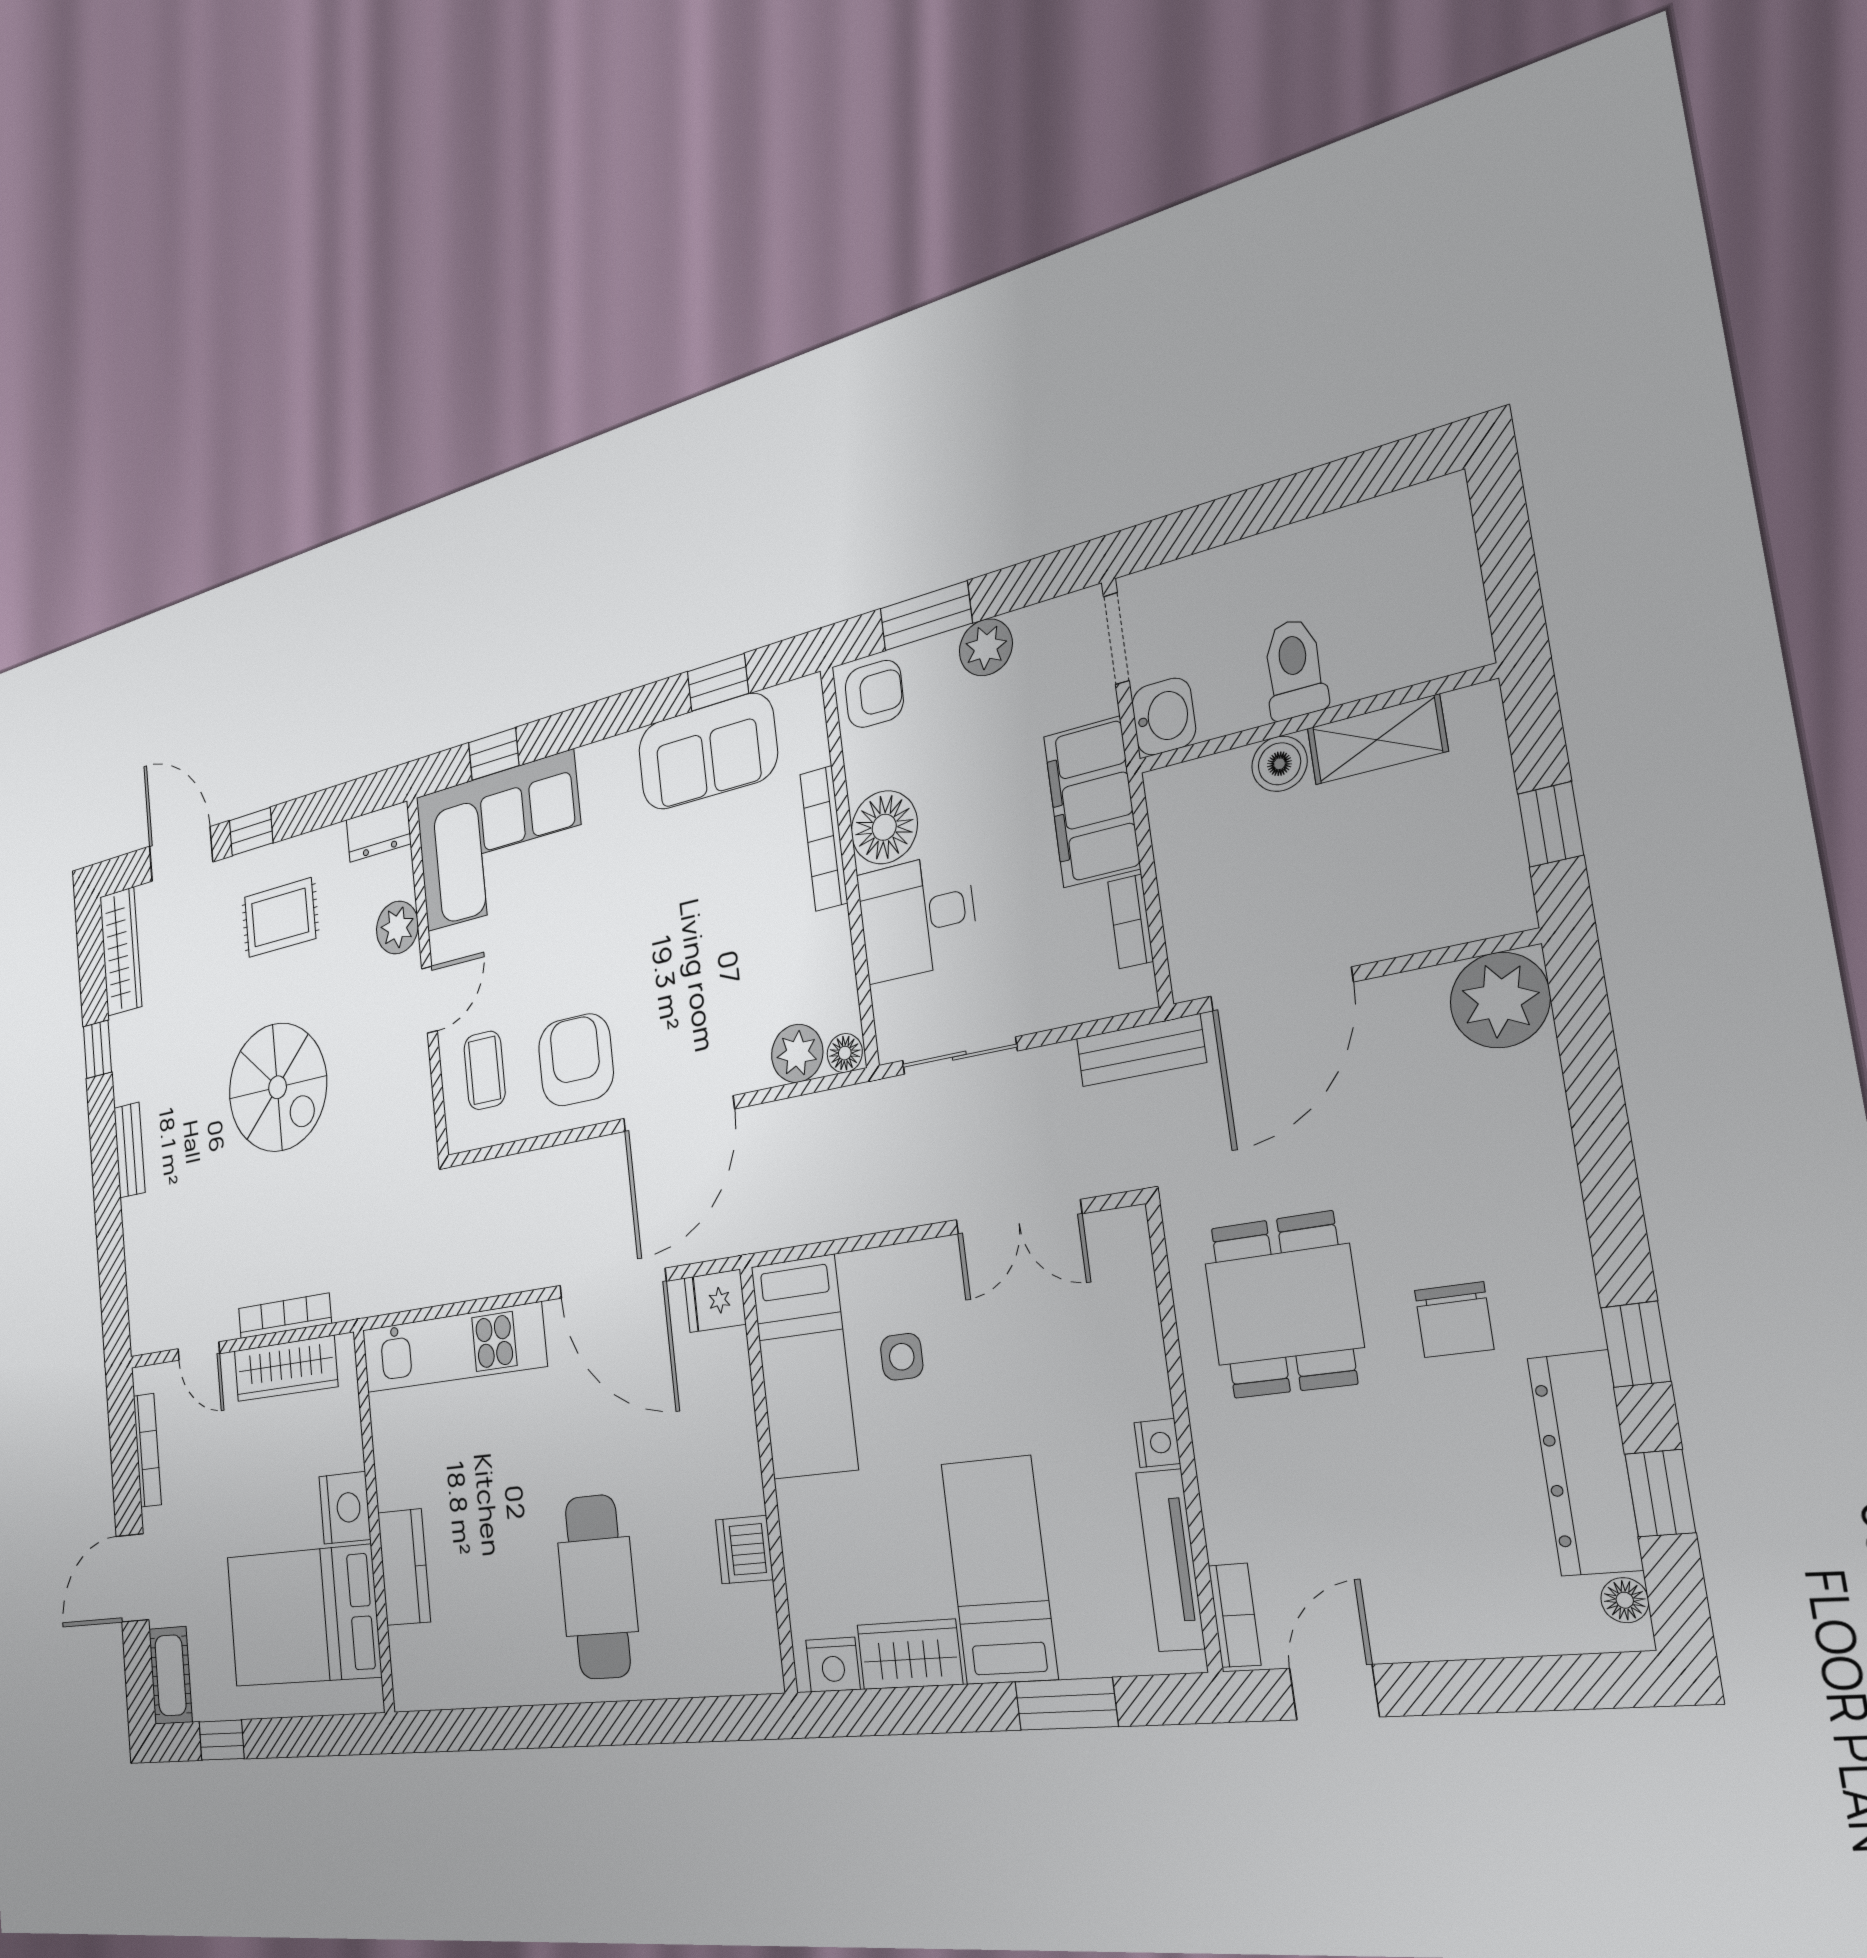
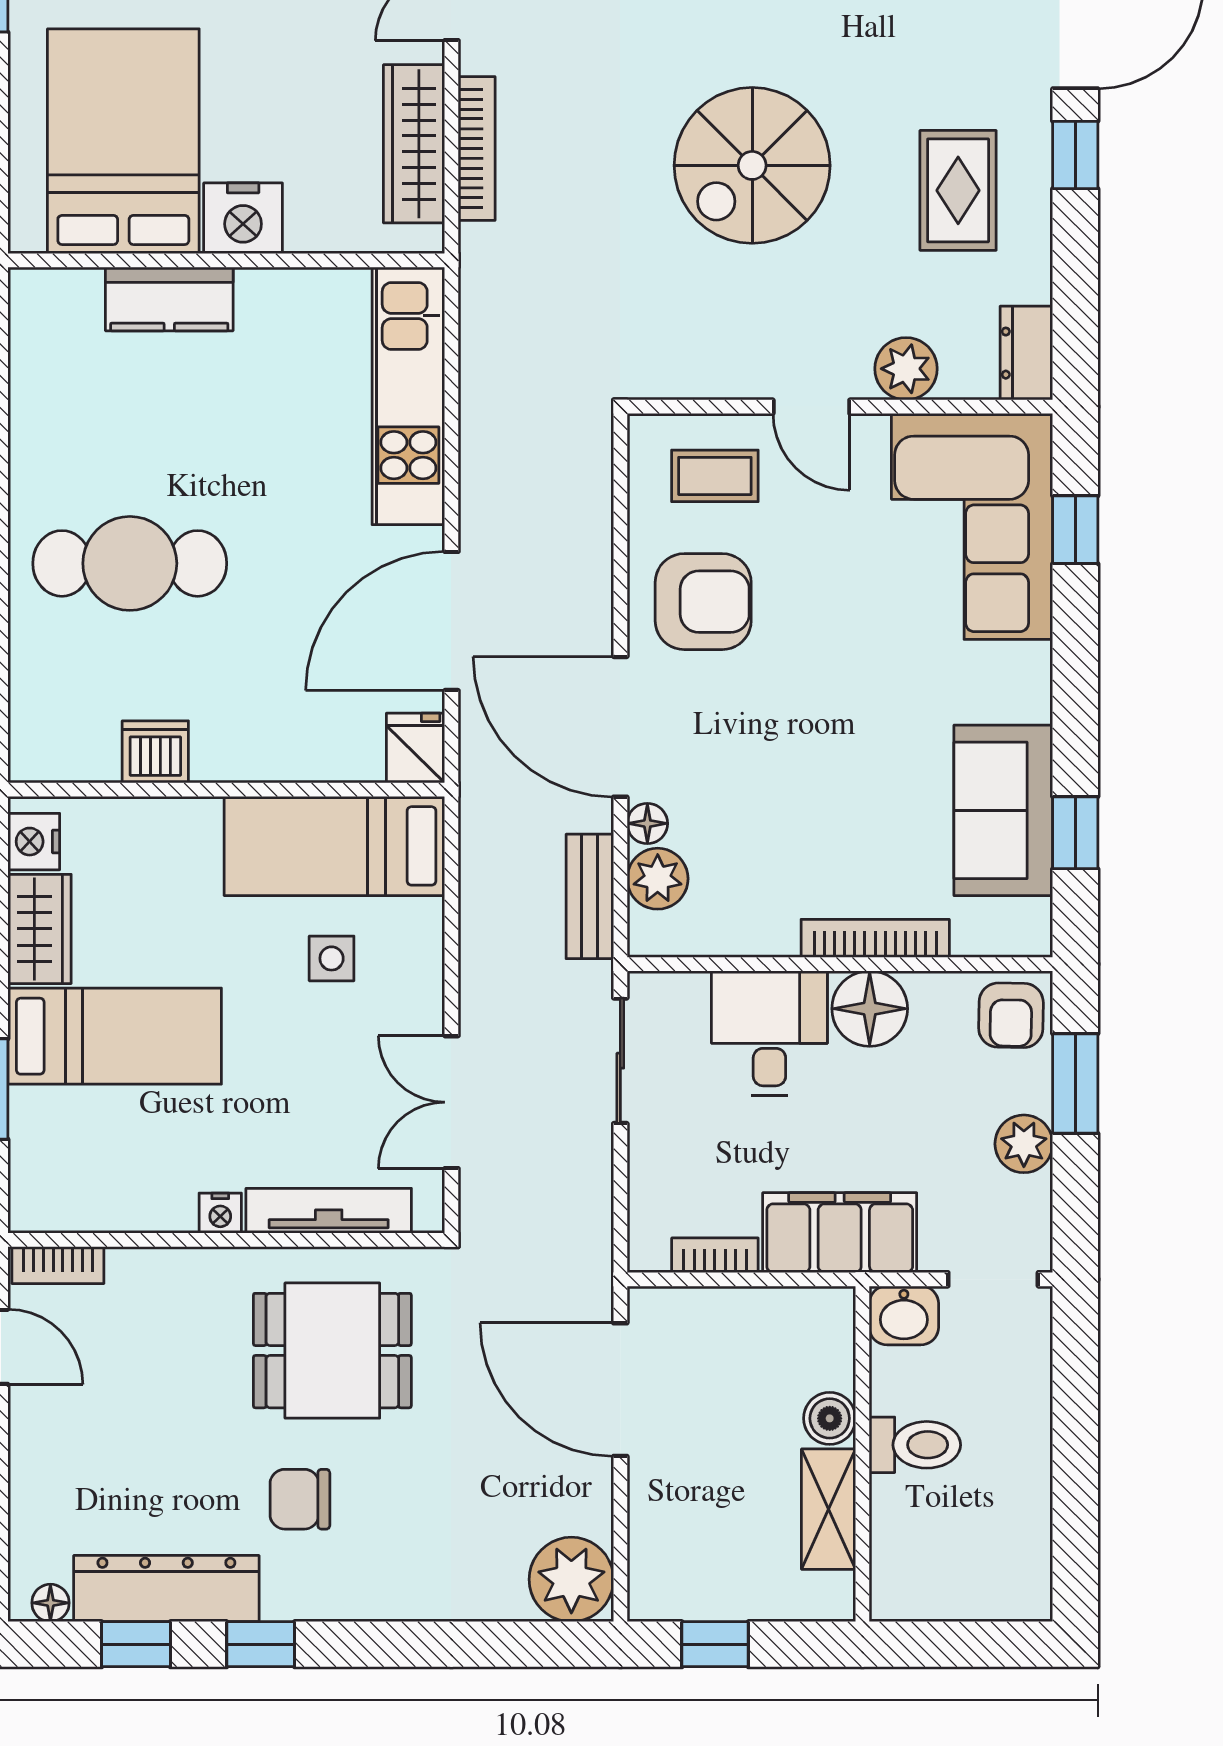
bench: (1141, 1050) -> (590, 896), moved
floor lamp: (845, 1053) -> (647, 823), moved
tv unit: (1170, 1560) -> (329, 1211), moved

